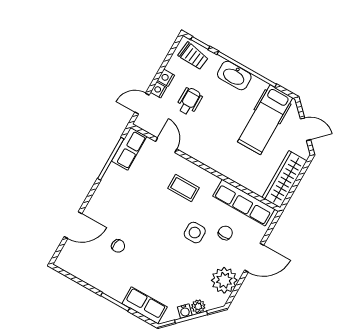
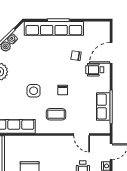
row of seats: (129, 149) -> (103, 107), moved
wheelchair: (105, 216) -> (95, 70), added
chair: (225, 233) -> (63, 90), moved
row of seats: (145, 305) -> (54, 28), width x2.02

